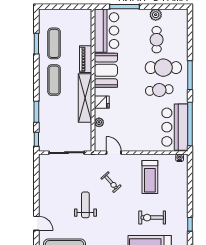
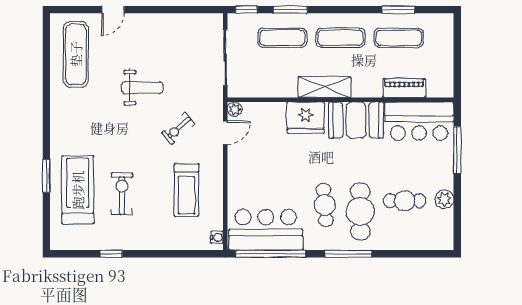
piano: (86, 59) -> (404, 88), moved
shelving: (85, 98) -> (324, 87), width x0.68
fridge: (102, 102) -> (306, 118), width x1.88, depth x1.34
exercise mat: (54, 117) -> (282, 38), added
plant: (99, 122) -> (235, 109), moved
treadmill: (150, 177) -> (186, 190), turned -90

